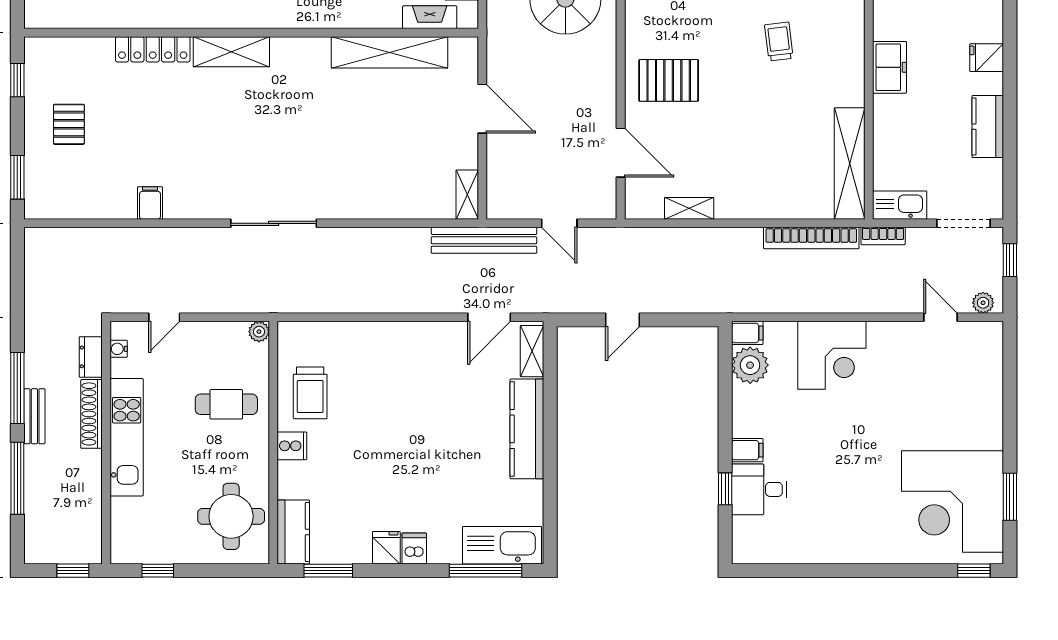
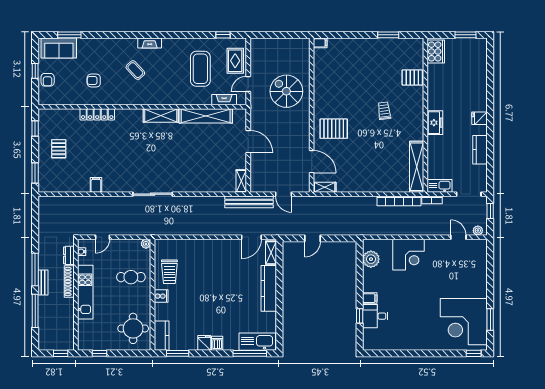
shelving: (231, 52) -> (161, 115), moved
shelving: (689, 208) -> (325, 187), moved
filing cabinet: (747, 333) -> (370, 244), removed

